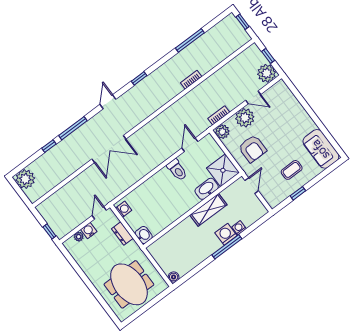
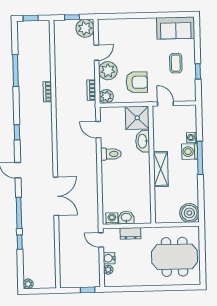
plant: (25, 179) -> (28, 284), width x0.53, depth x0.53
shelving: (208, 210) -> (161, 169), moved
washbasin: (144, 235) -> (126, 218), moved
boiler: (174, 277) -> (189, 213), width x1.86, depth x1.86

